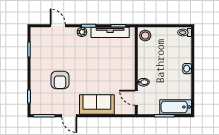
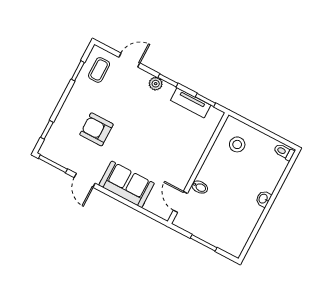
door: (58, 26) -> (129, 60), hinge flipped
tv unit: (110, 32) -> (191, 103), width x0.71
stool: (145, 36) -> (237, 144), moved
coffee table: (42, 42) -> (99, 70), added
armchair: (60, 80) -> (96, 129), turned 90
bathtub: (176, 107) -> (224, 239), removed

